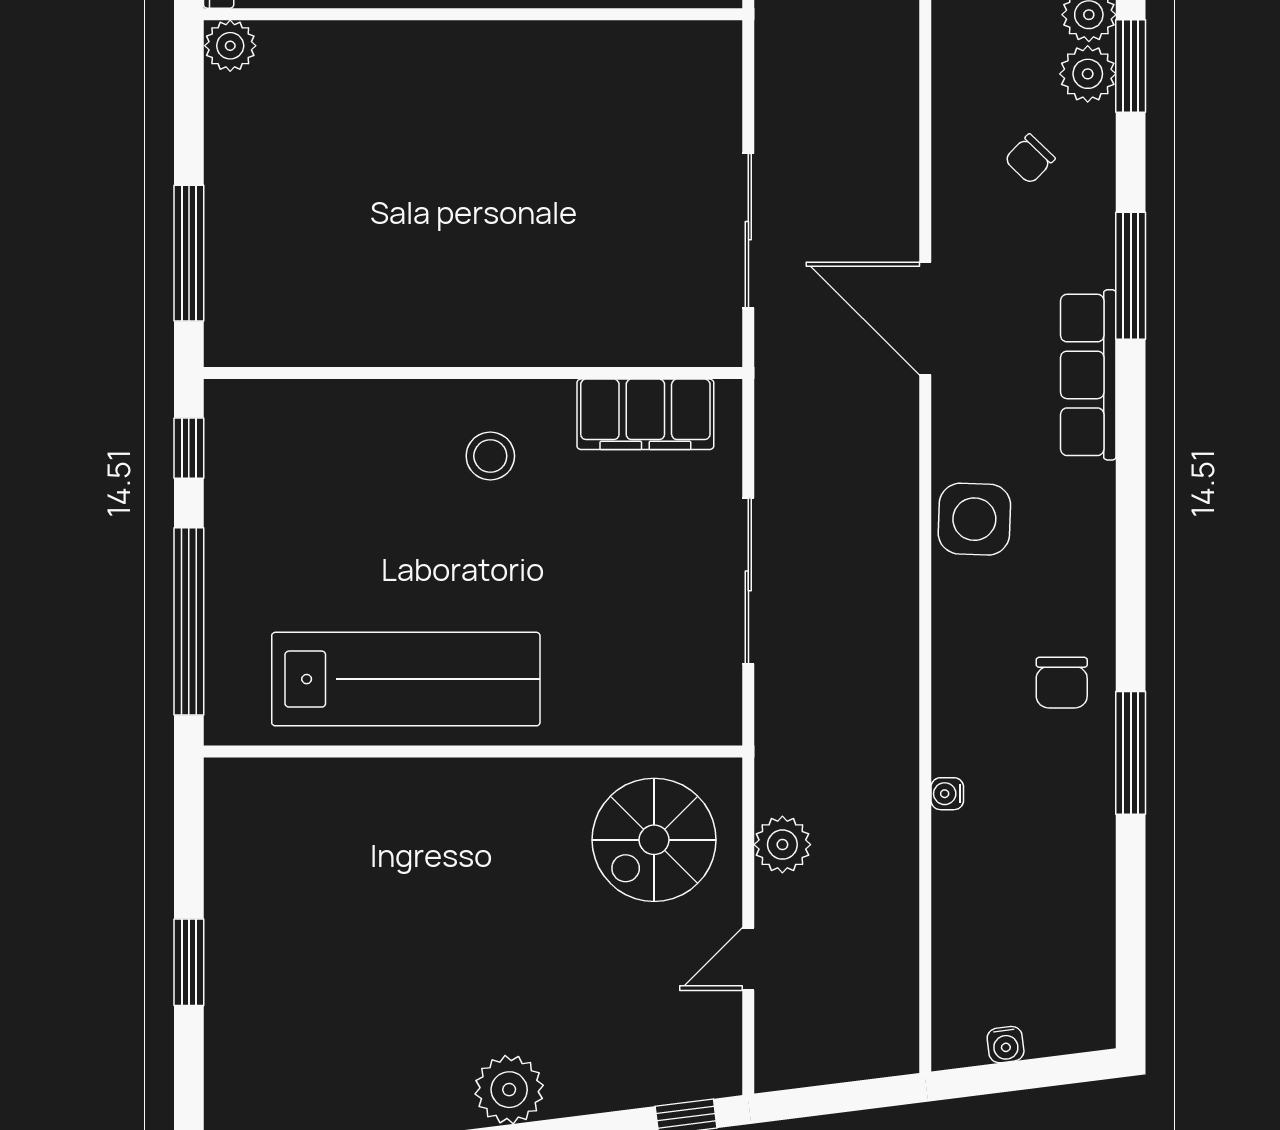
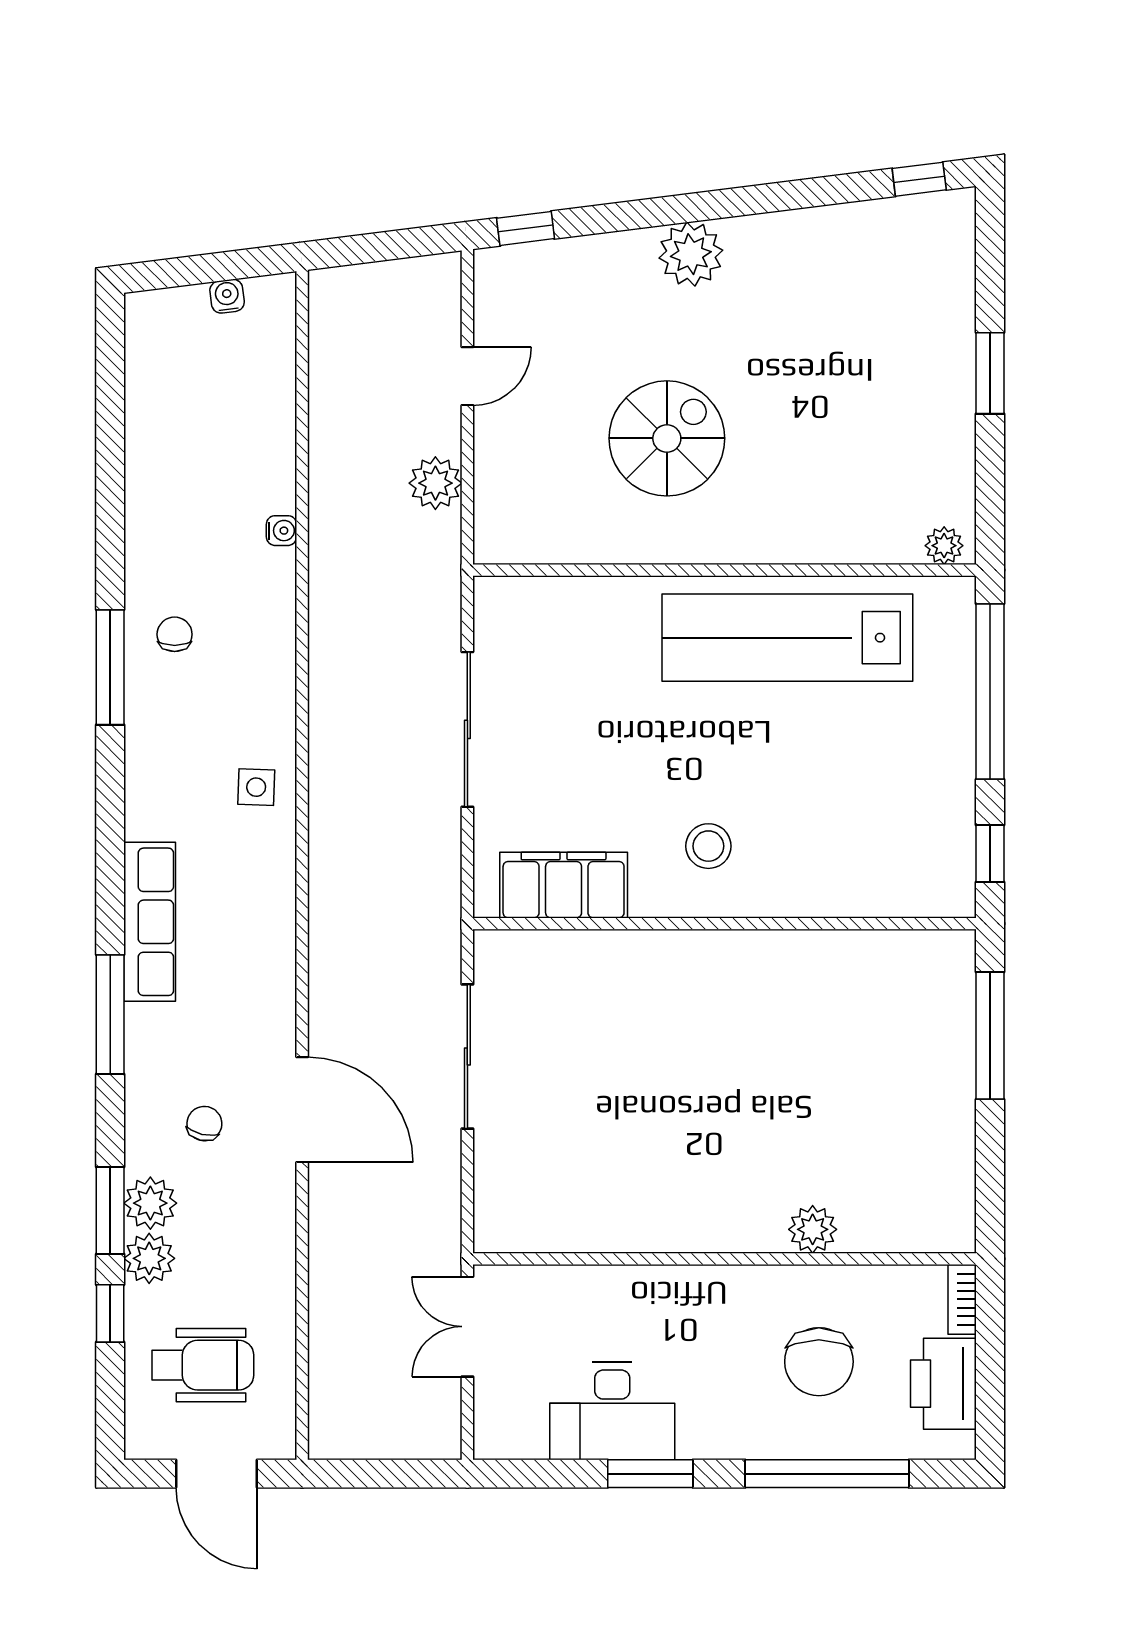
plant: (230, 46) -> (813, 1229), moved
chair: (1030, 159) -> (204, 1124), turned -31
door: (925, 318) -> (302, 1110), moved
side table: (974, 519) -> (256, 787), width x0.54, depth x0.54
chair: (1062, 683) -> (175, 634), width x0.73, depth x0.73
window: (1131, 753) -> (110, 667), moved
plant: (238, 778) -> (944, 546), added
spiral stairs: (654, 840) -> (667, 438), moved

